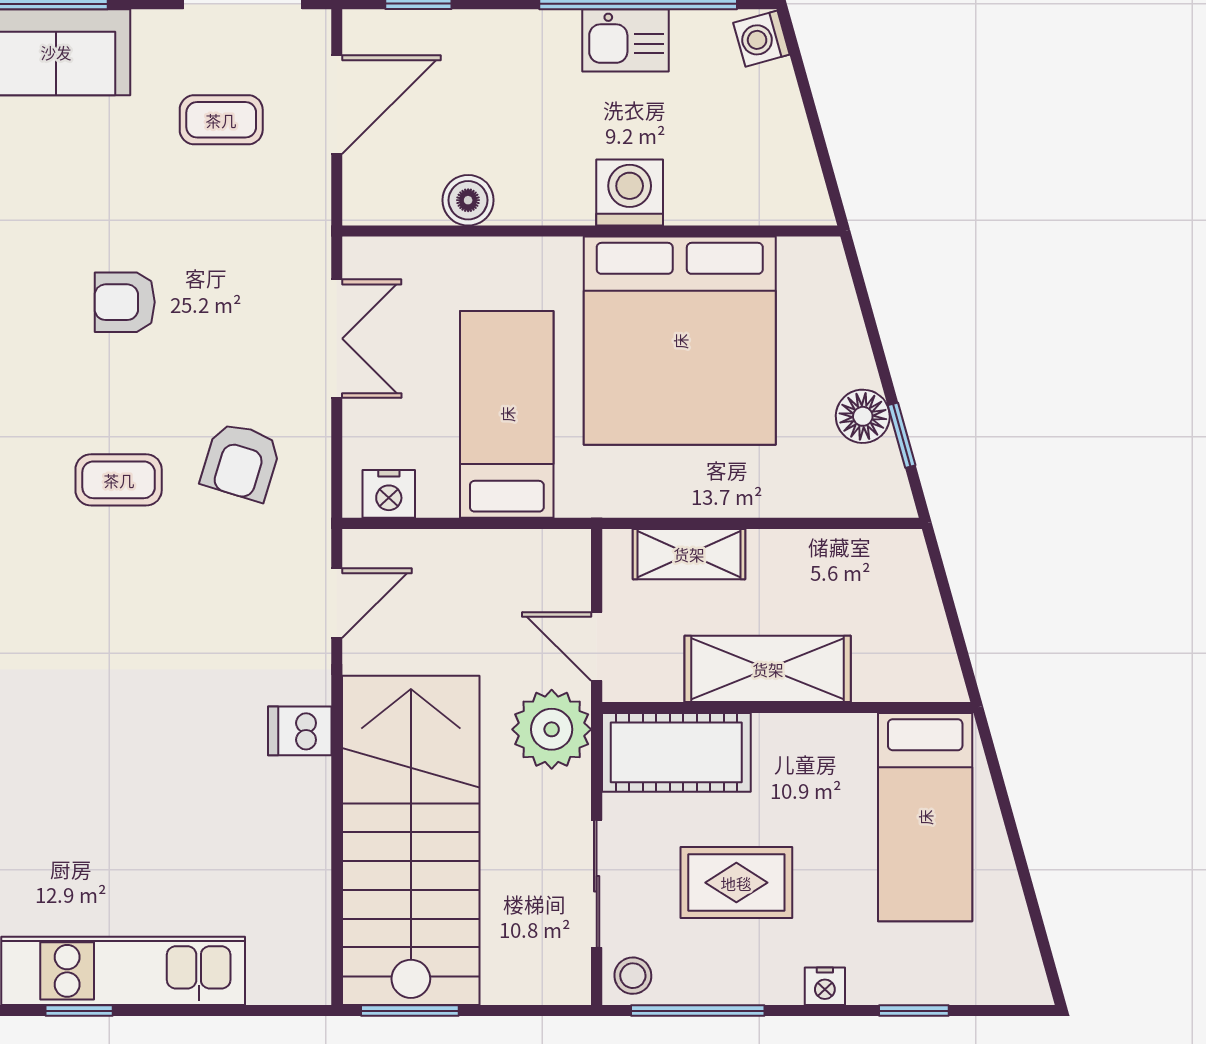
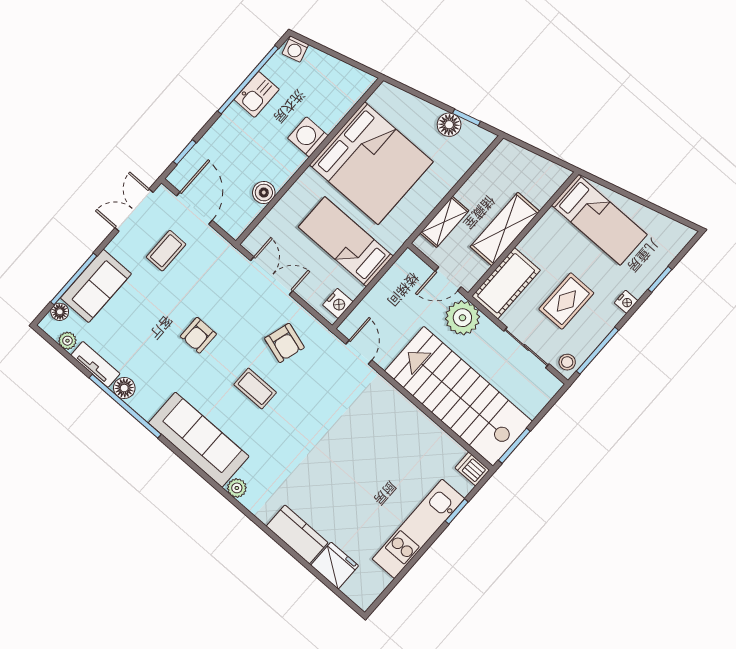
coffee table: (119, 480) -> (255, 389), turned 90
dishwasher: (300, 731) -> (472, 469), moved, turned 90
window: (79, 1011) -> (457, 511), moved

